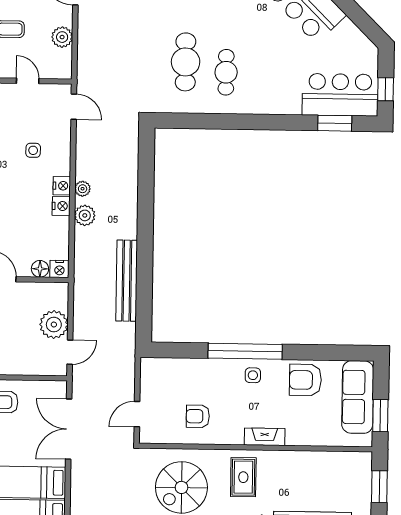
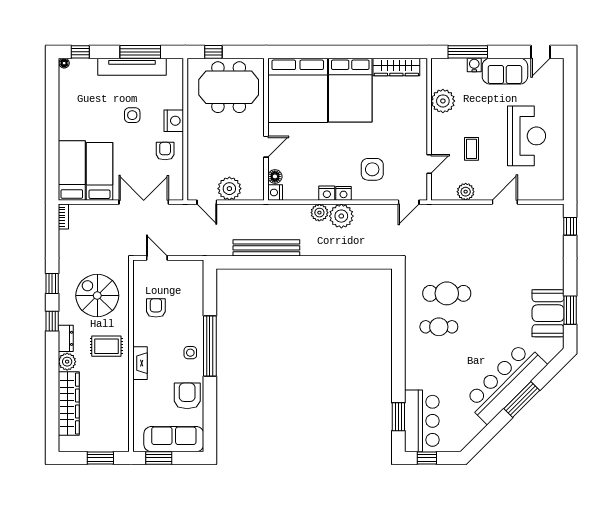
side table: (33, 150) -> (372, 169), width x1.87, depth x1.87
plant: (83, 189) -> (341, 216), width x1.87, depth x1.87

